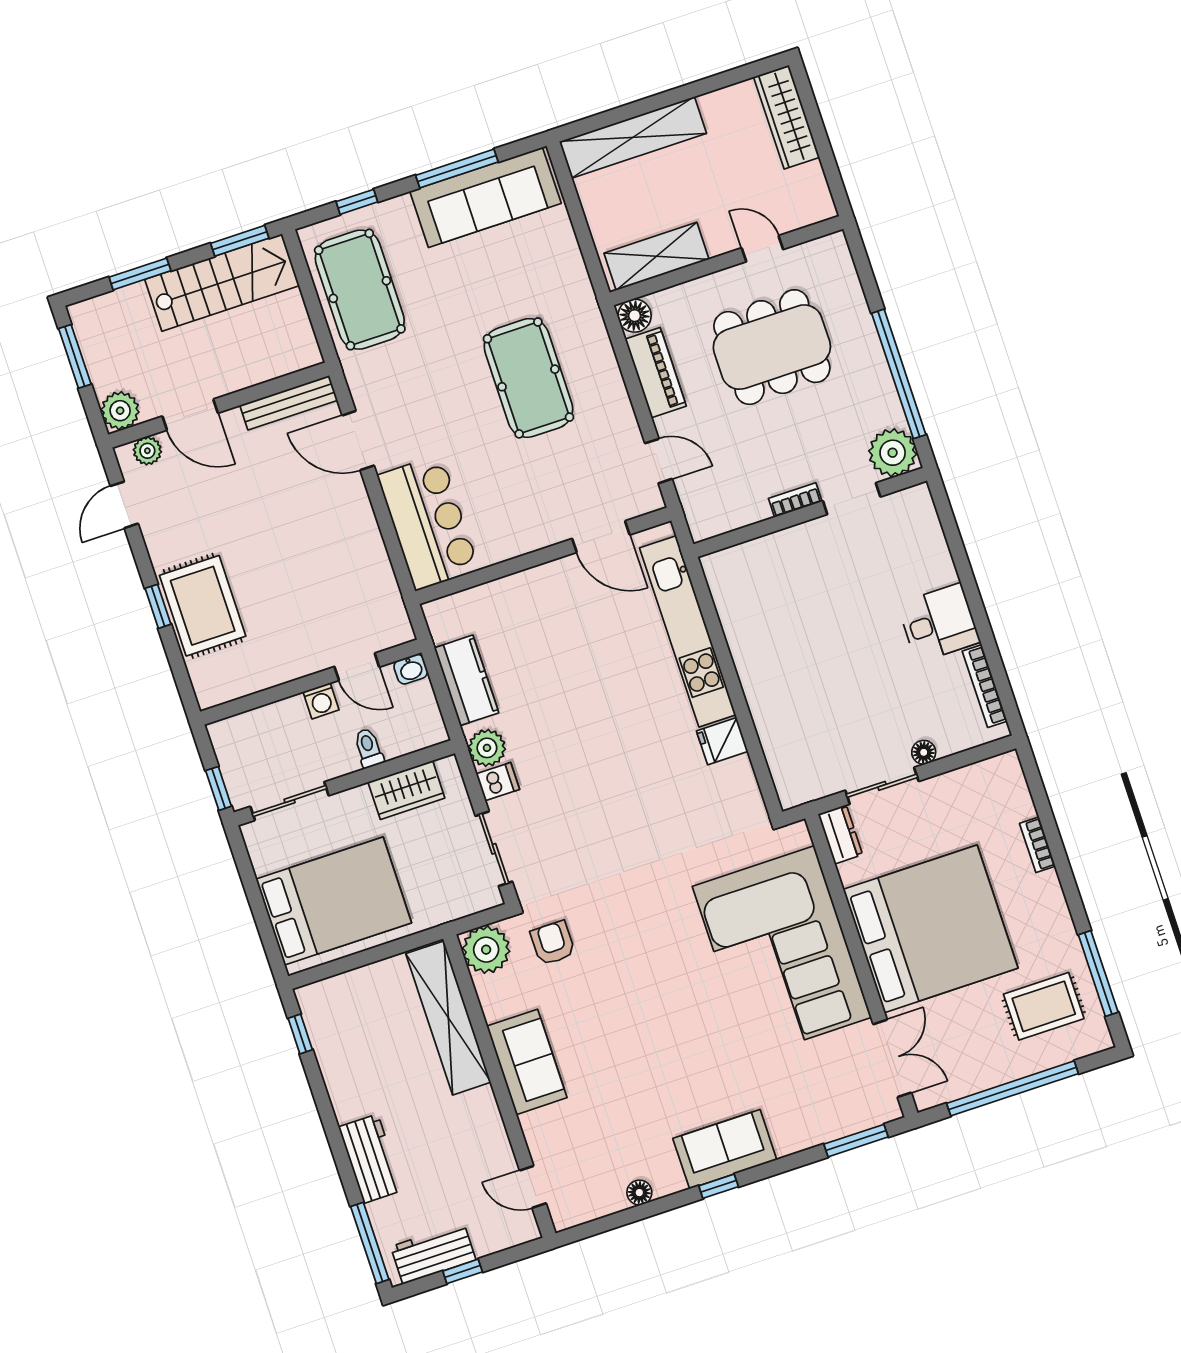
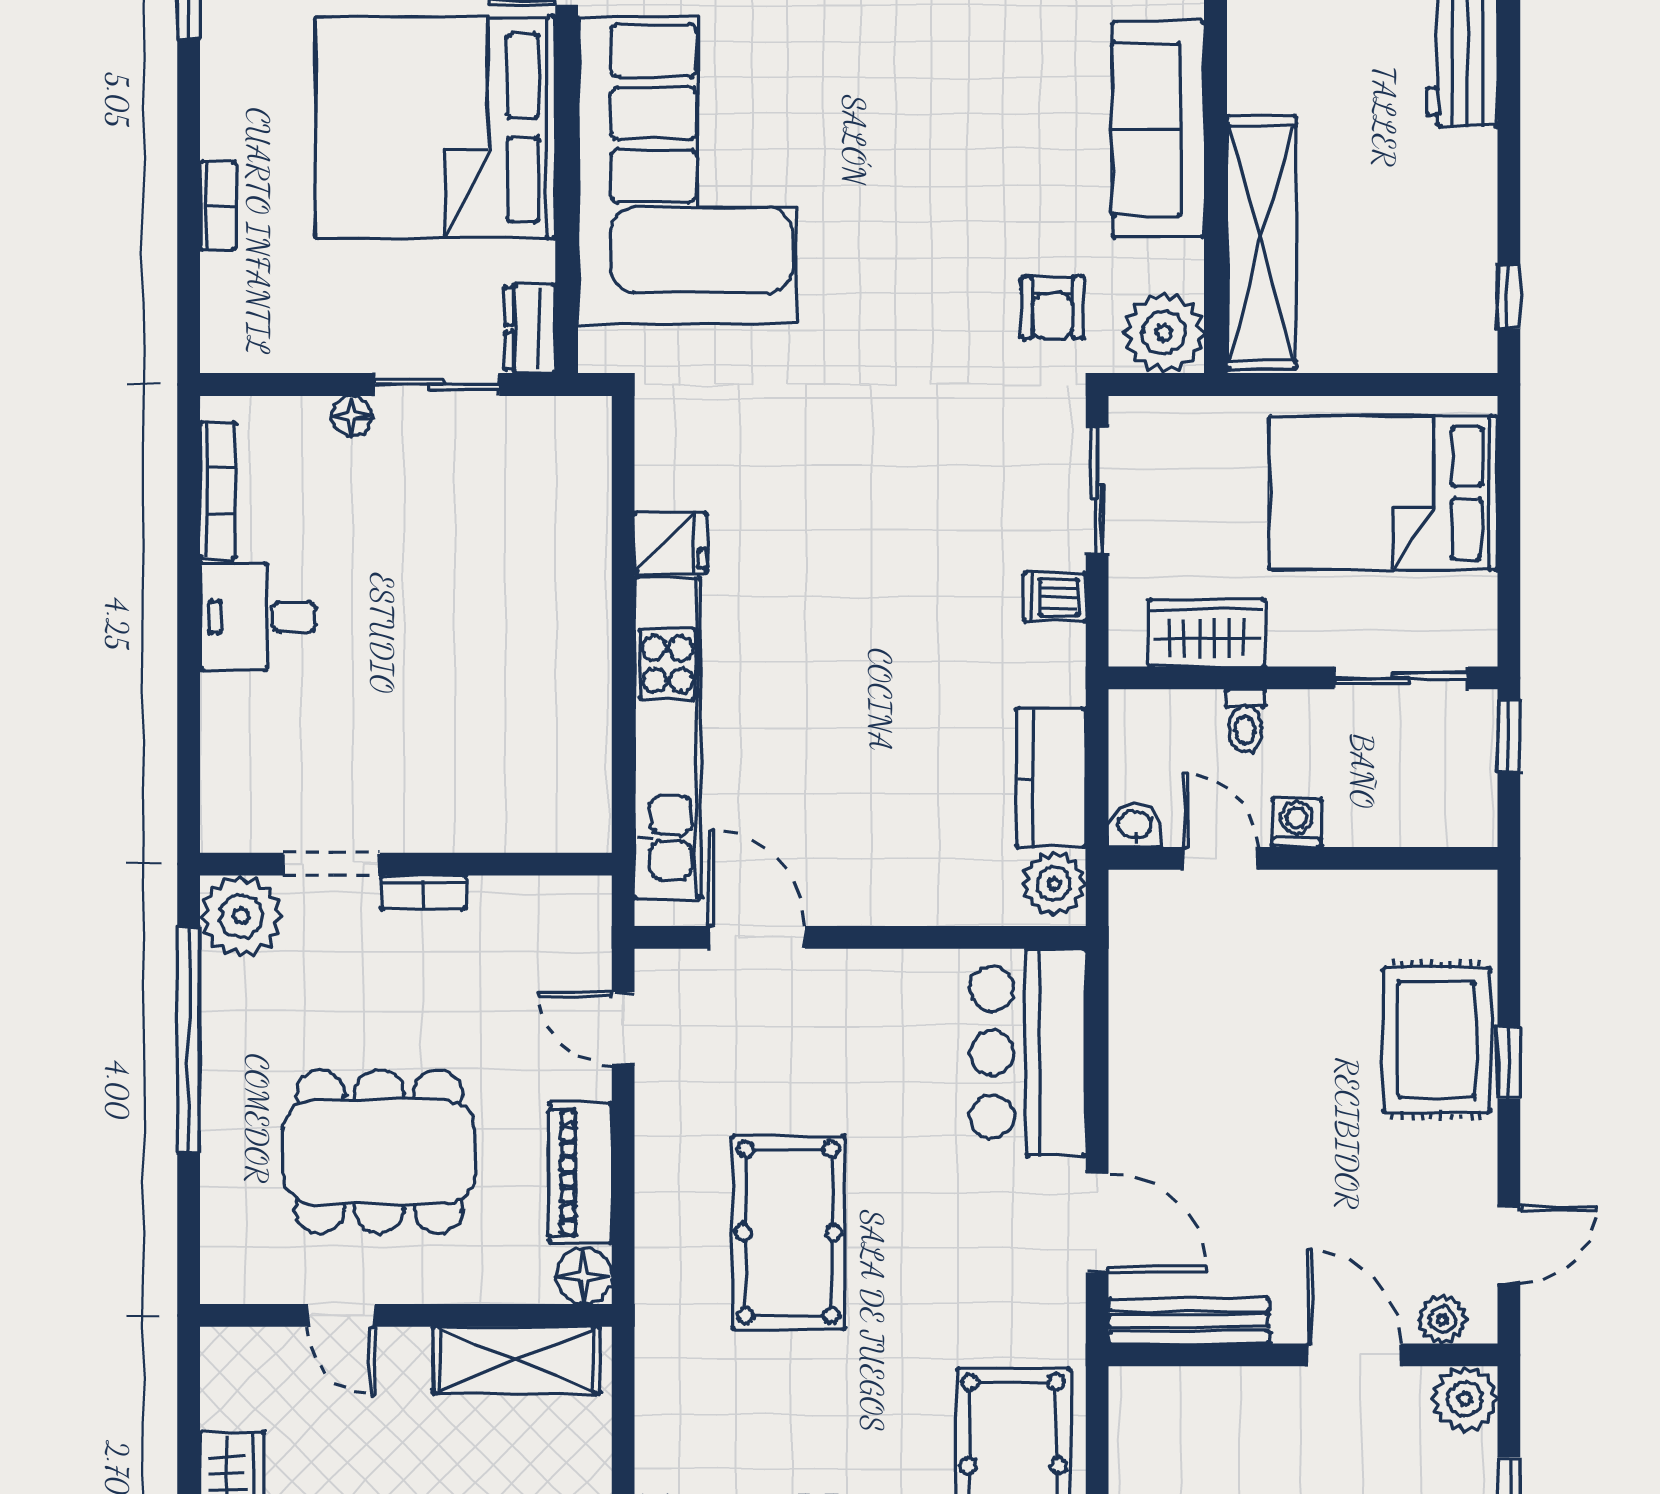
plant: (487, 748) -> (1054, 884), moved
sofa: (527, 1062) -> (1158, 129), width x1.36

